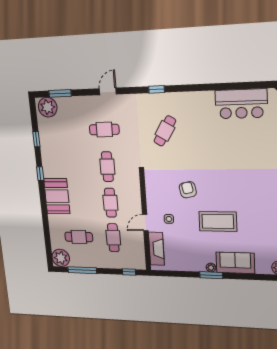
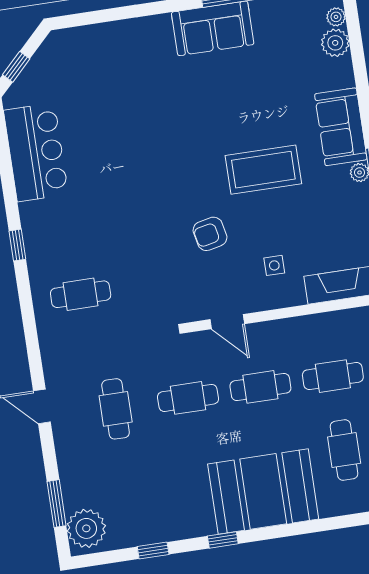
window: (157, 89) -> (17, 245), moved
cafe table: (165, 131) -> (81, 294), moved, turned -31
booth: (57, 196) -> (263, 491), width x1.36, depth x1.42
coffee table: (218, 221) -> (263, 170), turned 90
door: (145, 223) -> (227, 322), moved

